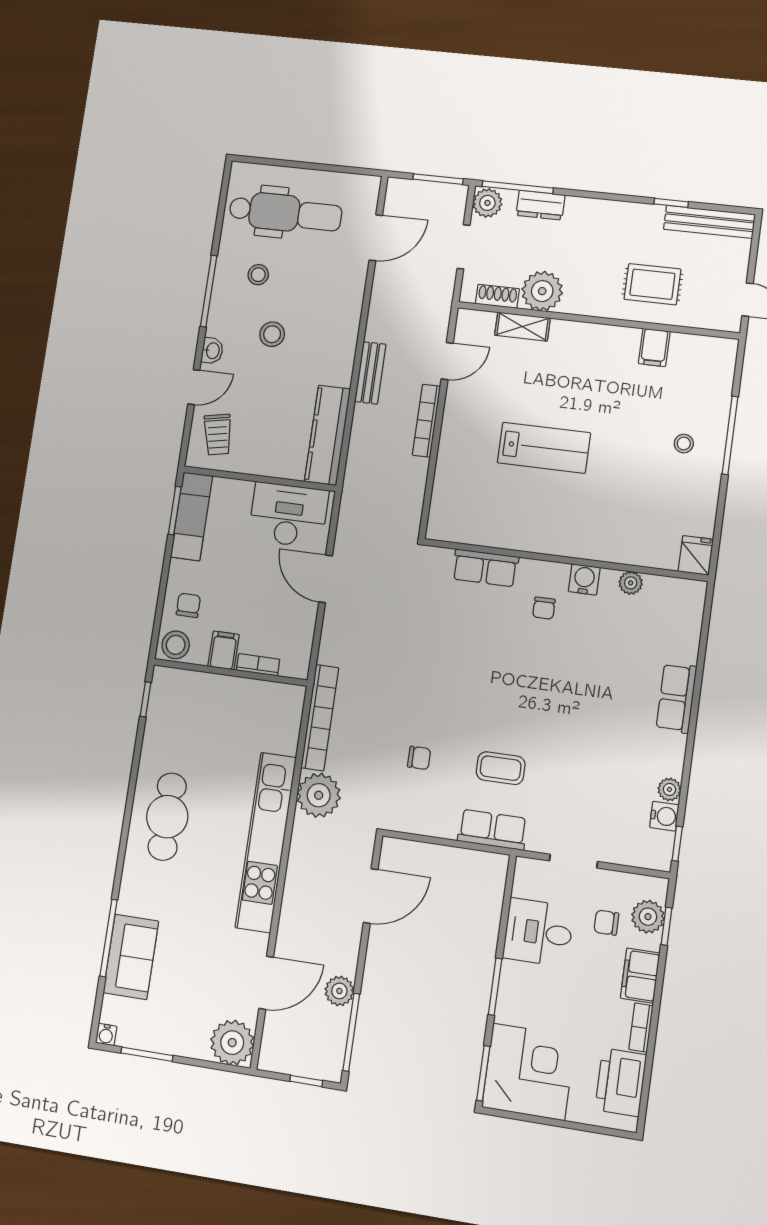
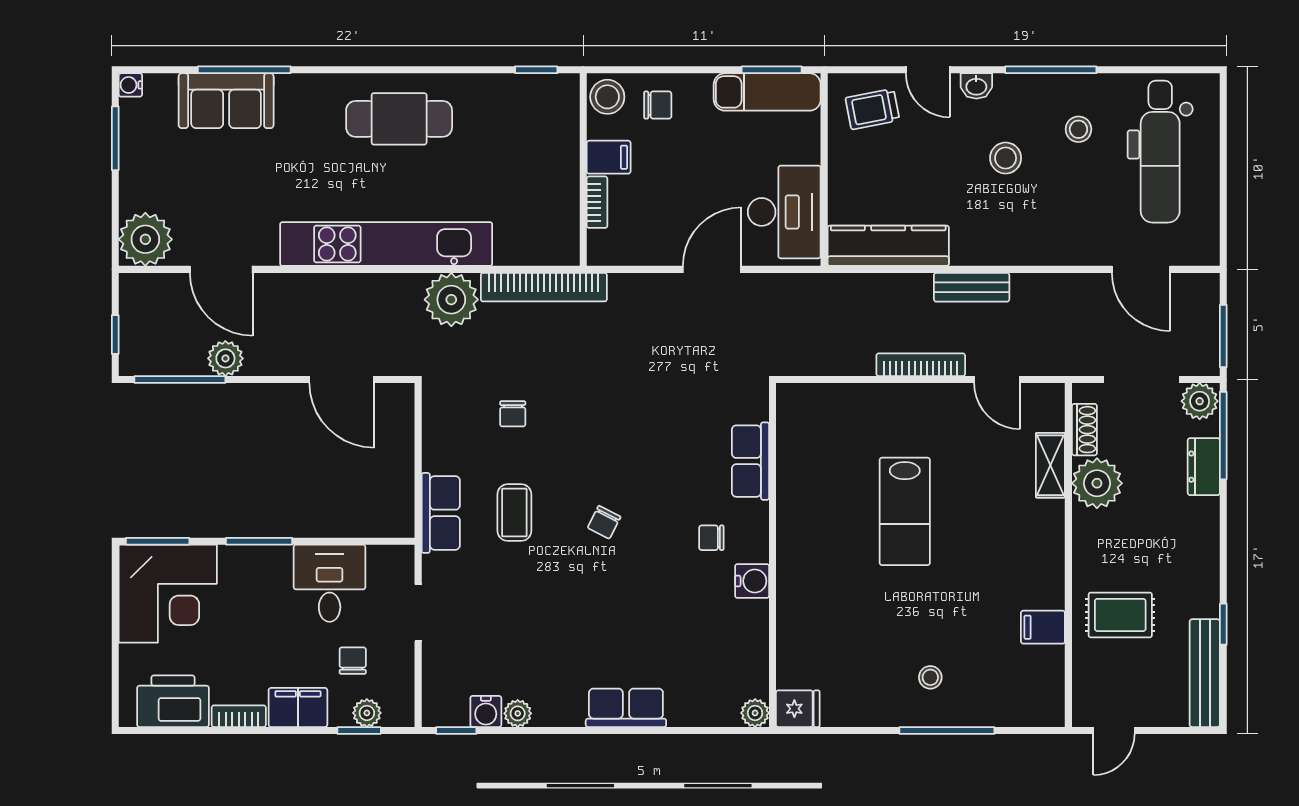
doorway: (463, 247) -> (1142, 379), width x1.38
rug: (652, 284) -> (1120, 615), turned 90
plant: (631, 583) -> (755, 713), moved
chair: (519, 695) -> (604, 522), added
plant: (648, 917) -> (367, 713), width x0.73, depth x0.73

